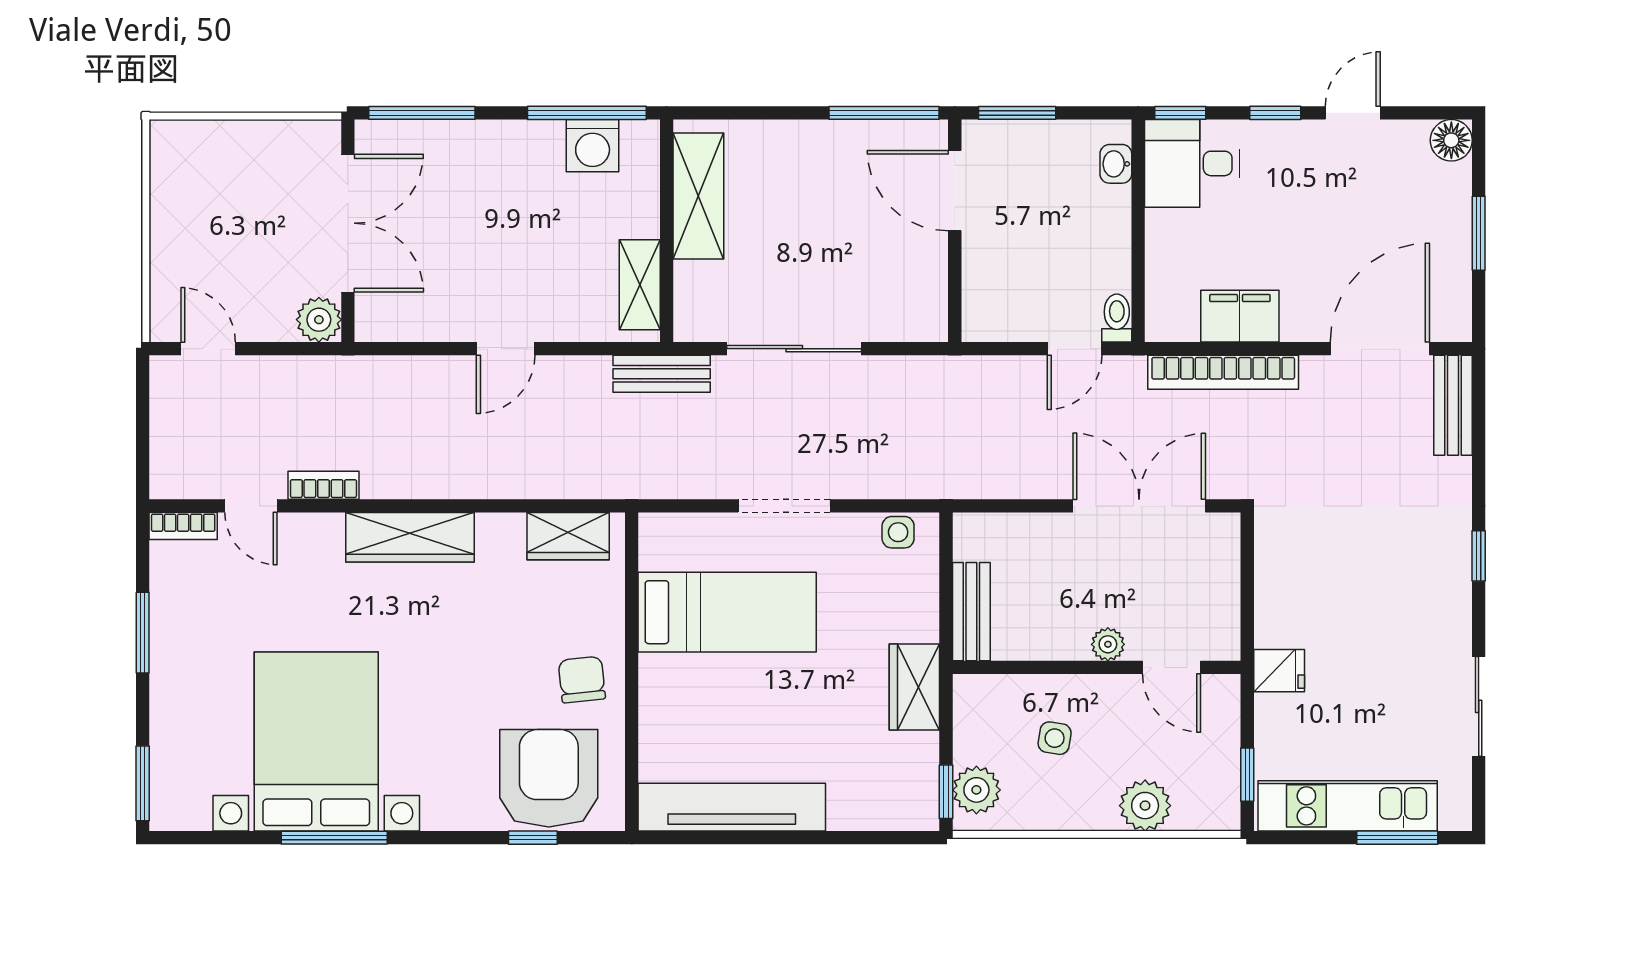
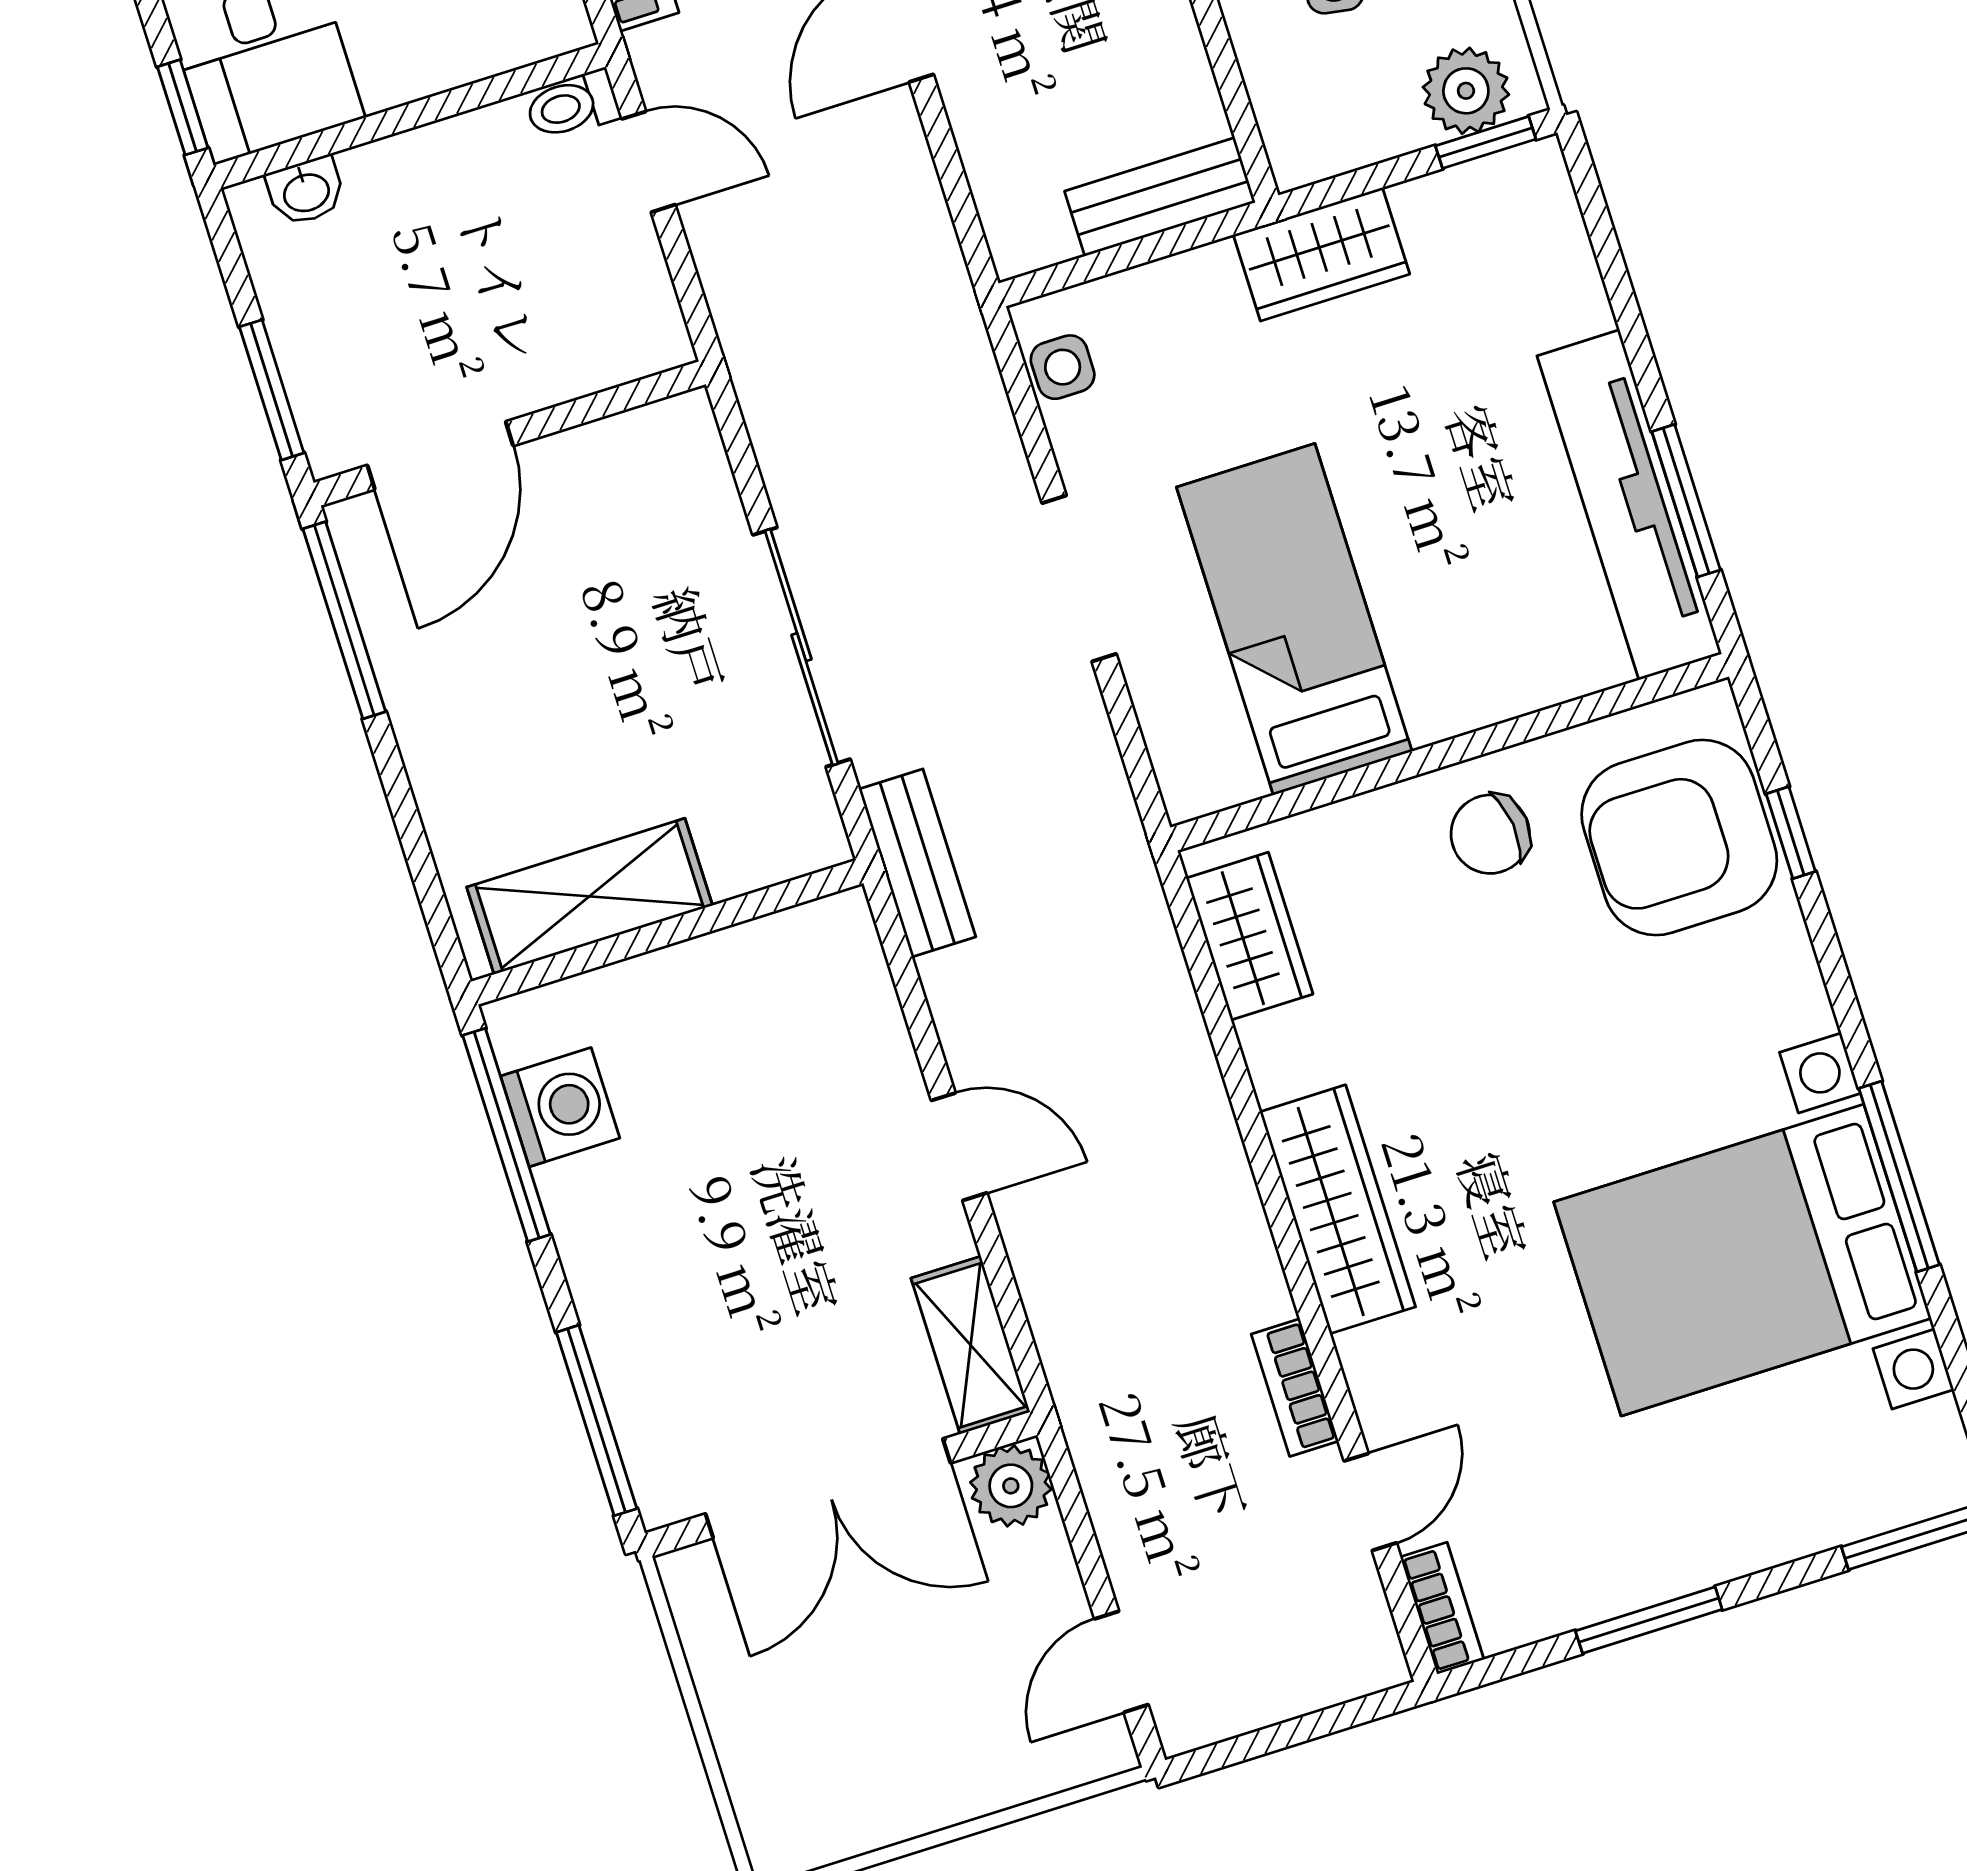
double door: (348, 223) -> (828, 1488), swing flipped
shelving: (640, 285) -> (971, 1345), moved, turned 90
window: (725, 838) -> (1686, 501), added

